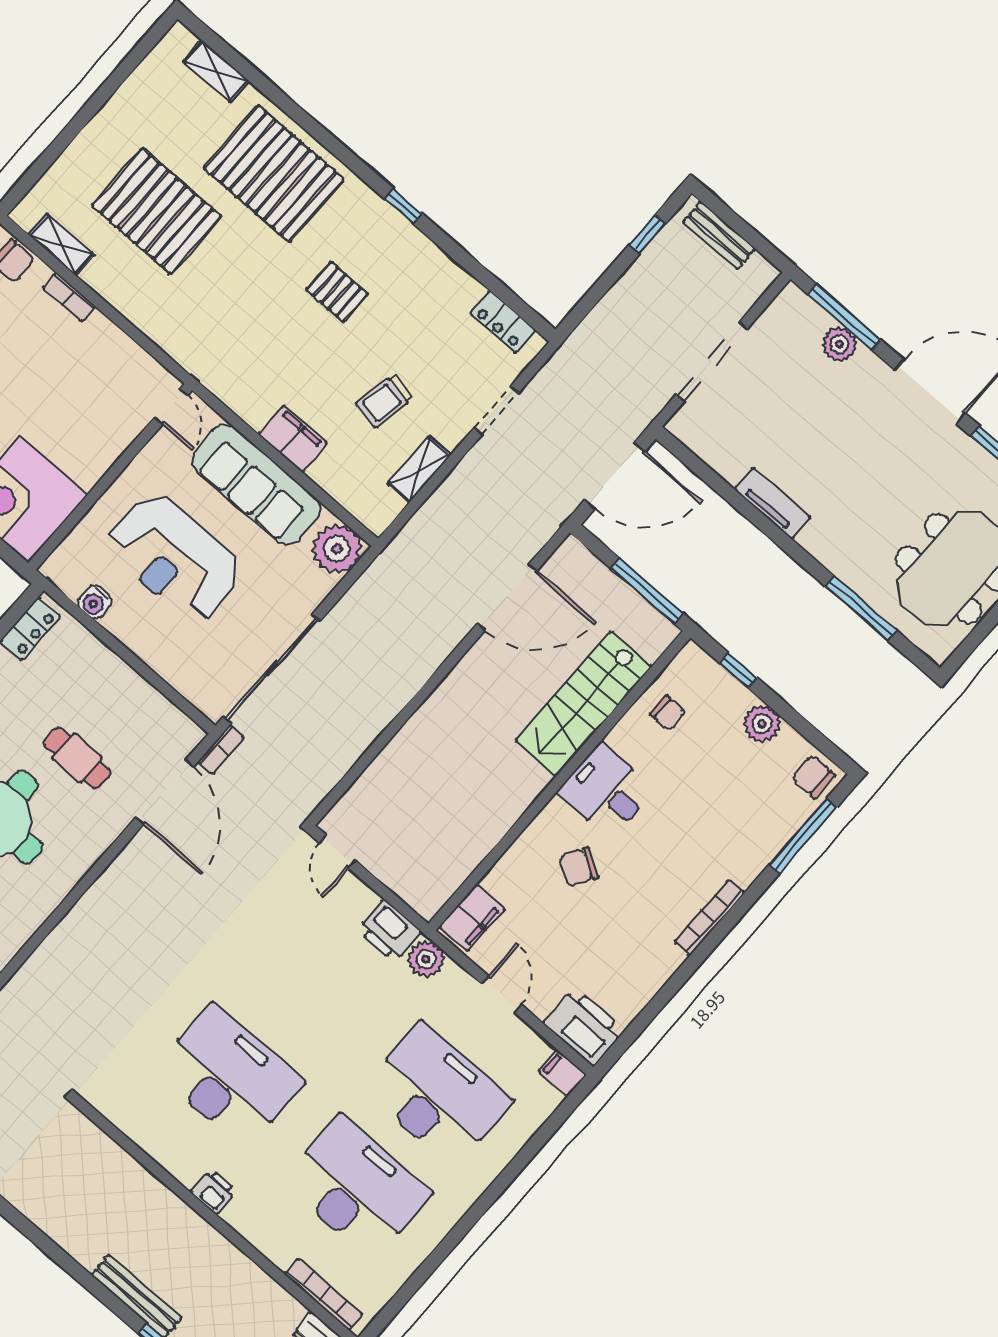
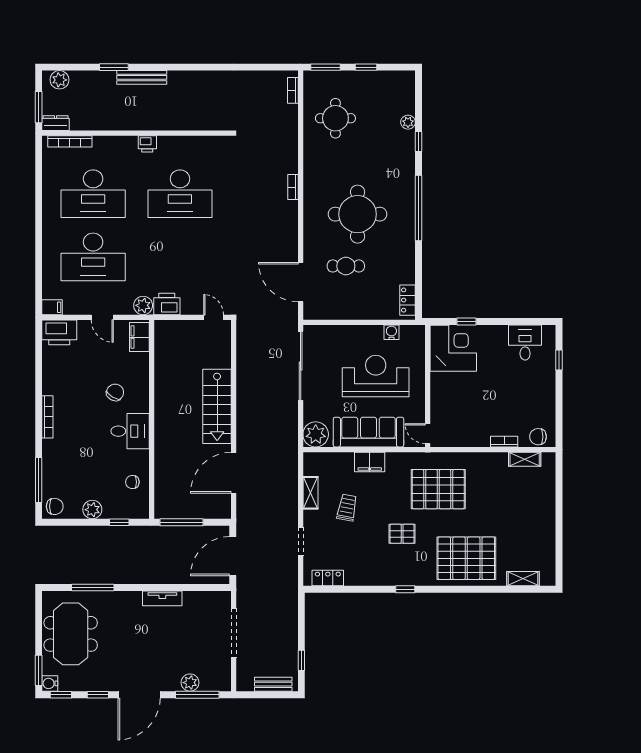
pallet: (157, 211) -> (438, 489), moved
stairs: (583, 704) -> (217, 406), moved, turned 180
bookcase: (221, 750) -> (293, 187), moved

